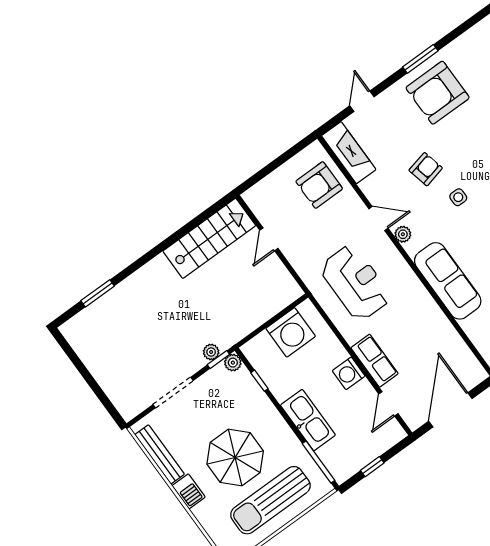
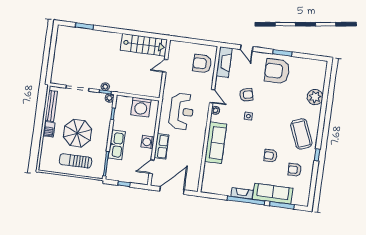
door: (362, 101) -> (247, 48), swing flipped
sun lounger: (270, 500) -> (75, 161), width x0.73, depth x0.75

